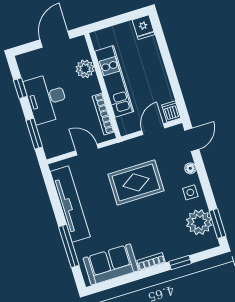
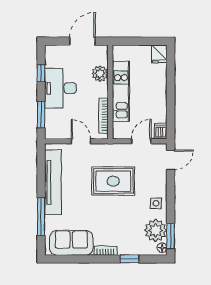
floor lamp: (190, 168) -> (162, 248), moved

